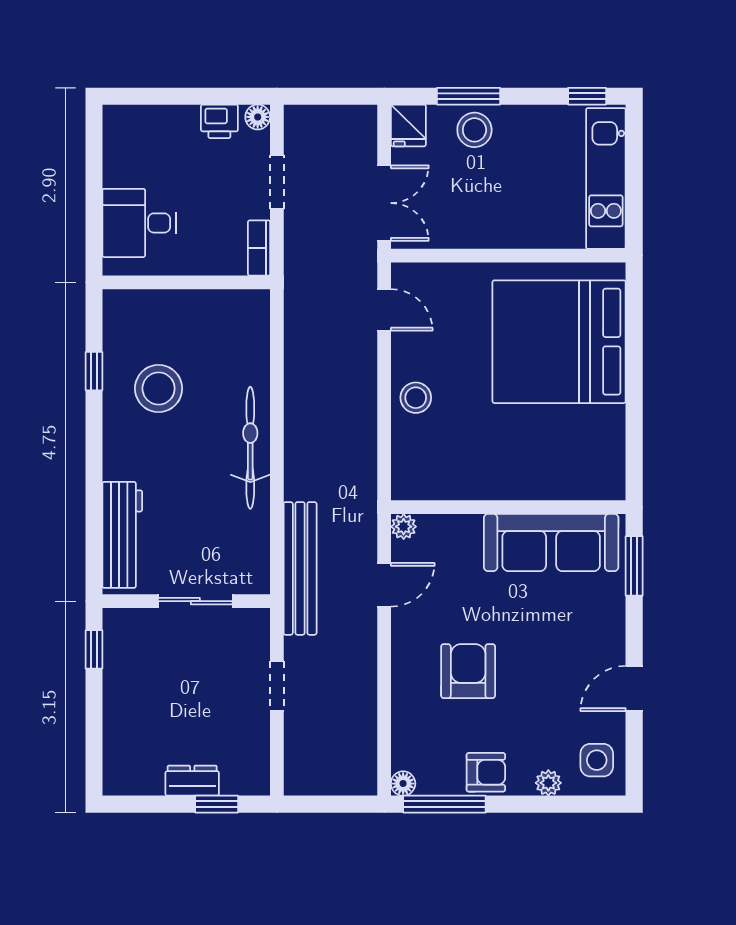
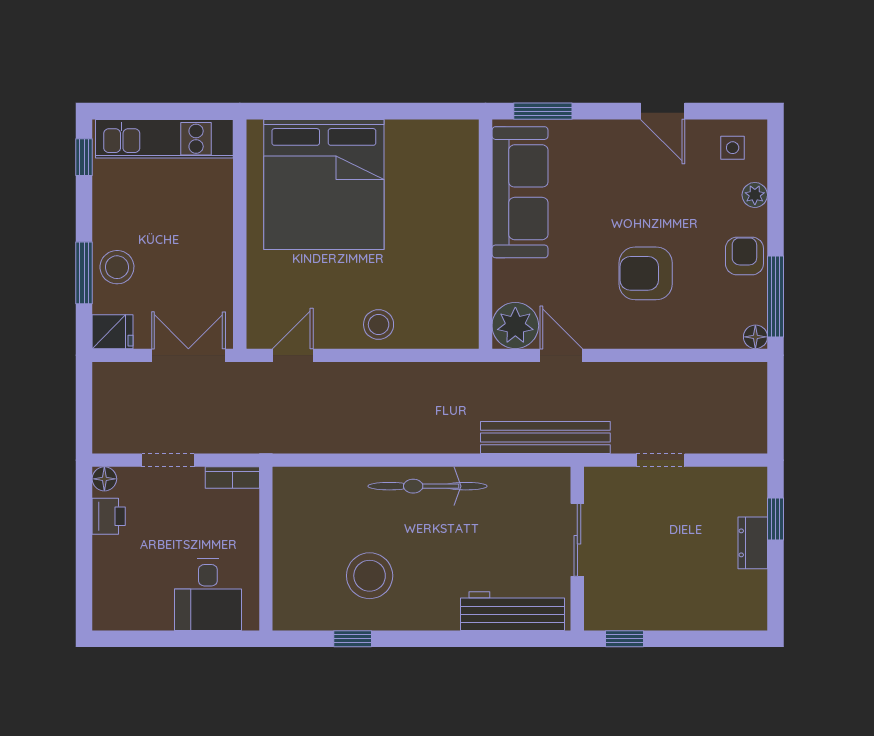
plant: (404, 527) -> (515, 326), width x1.87, depth x1.87
side table: (597, 760) -> (733, 148), width x0.73, depth x0.73

